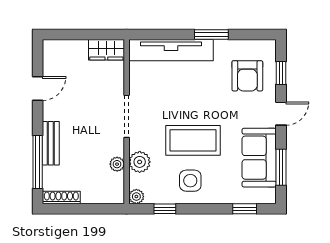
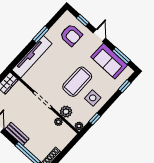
bench: (51, 143) -> (17, 134), moved

